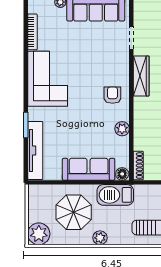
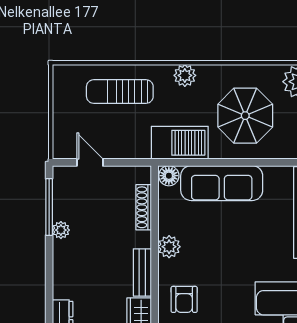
bench: (139, 112) -> (142, 273), added
shoe rack: (138, 166) -> (144, 207), moved
plant: (100, 238) -> (185, 75), moved

